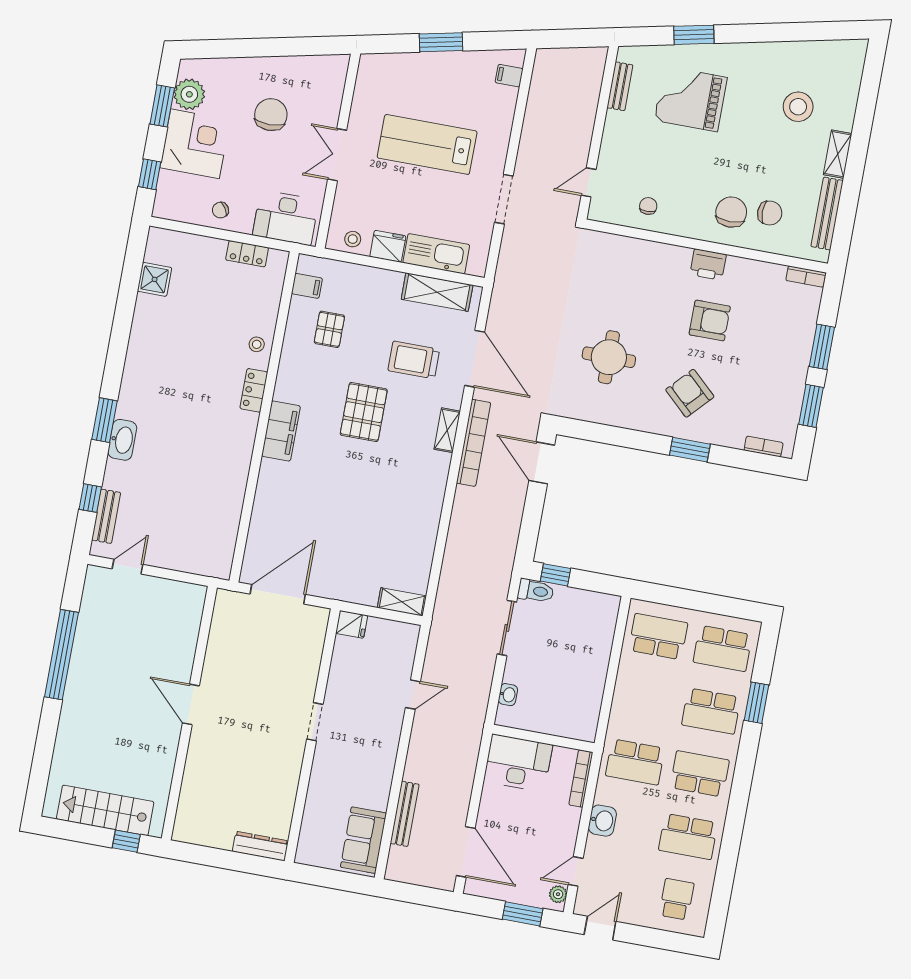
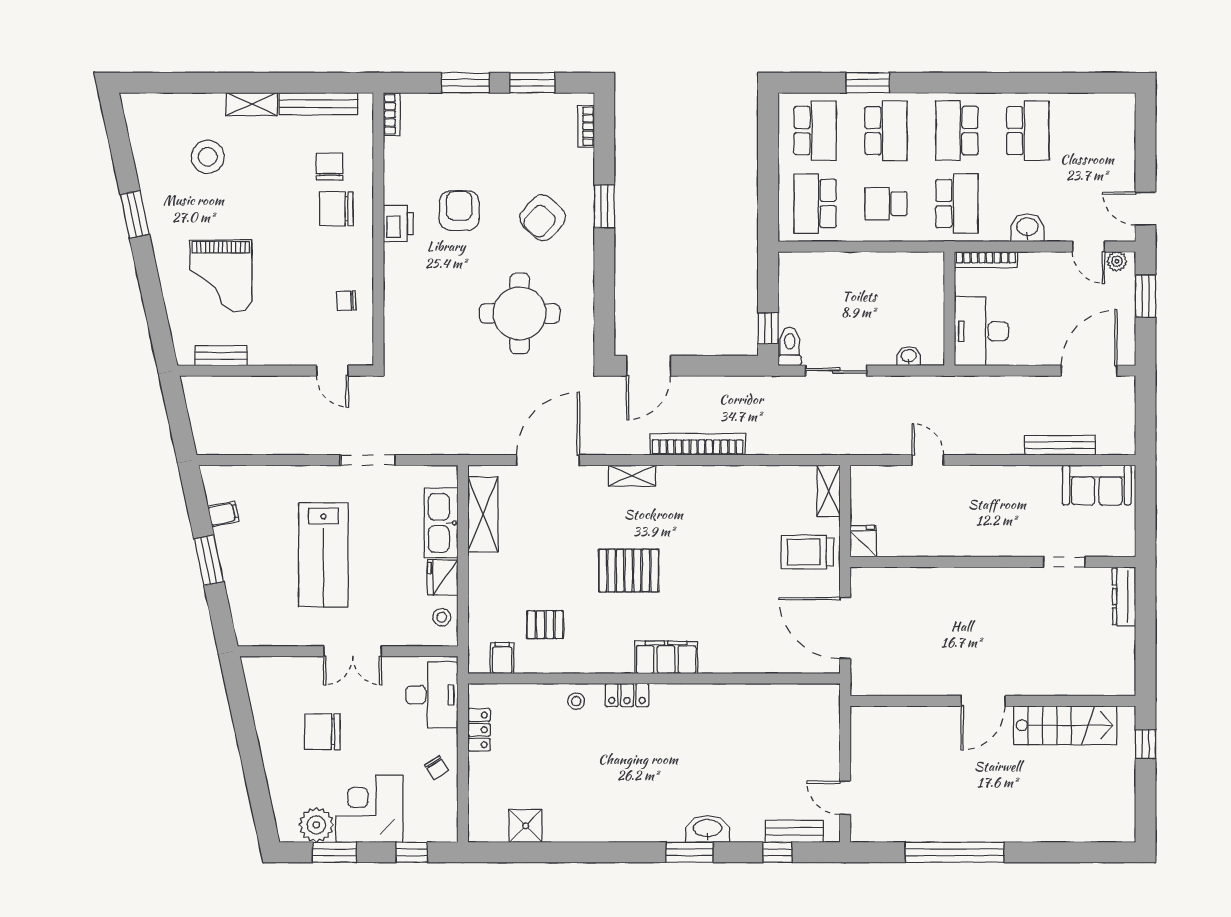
window: (694, 35) -> (135, 214), moved
filing cabinet: (509, 76) -> (223, 514), moved, turned -102
round table: (609, 357) -> (520, 313), width x1.36, depth x1.36
trolley: (414, 360) -> (807, 552), moved, turned 90
bookcase: (474, 443) -> (698, 444), moved
doorway: (315, 722) -> (1064, 562), moved
stairs: (105, 810) -> (1065, 725), moved, turned -90
school desk: (677, 899) -> (886, 204), moved

